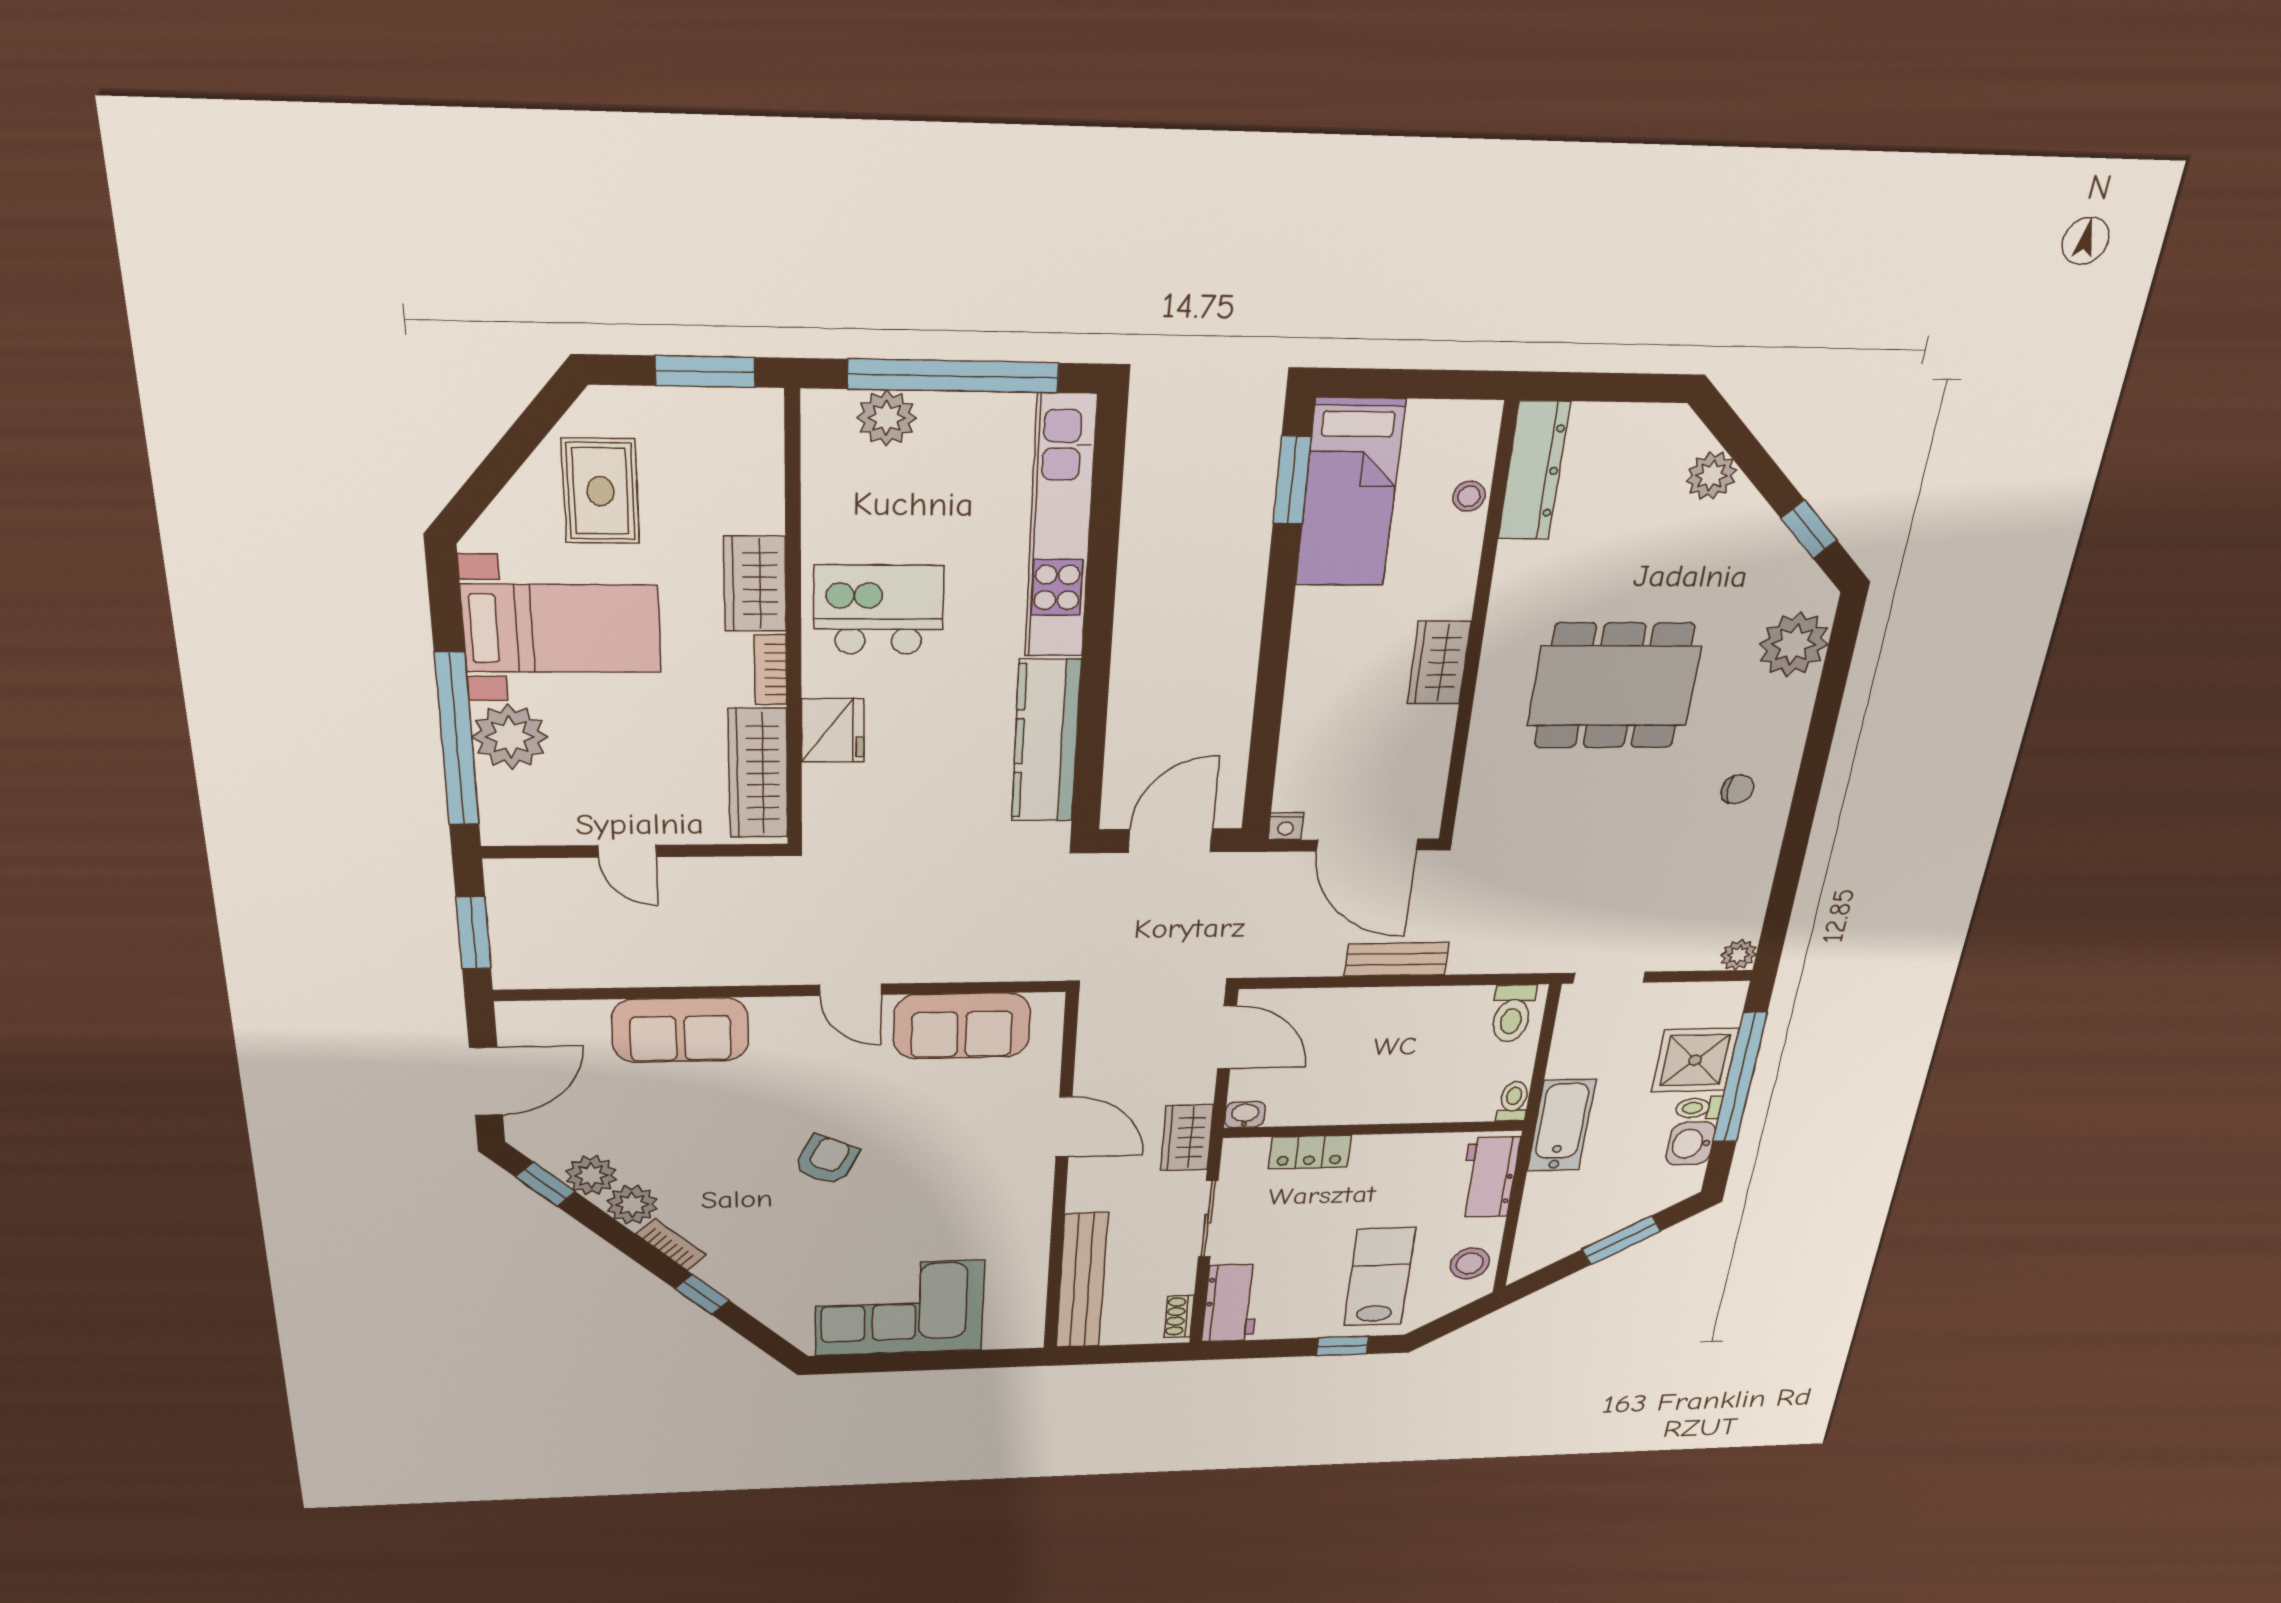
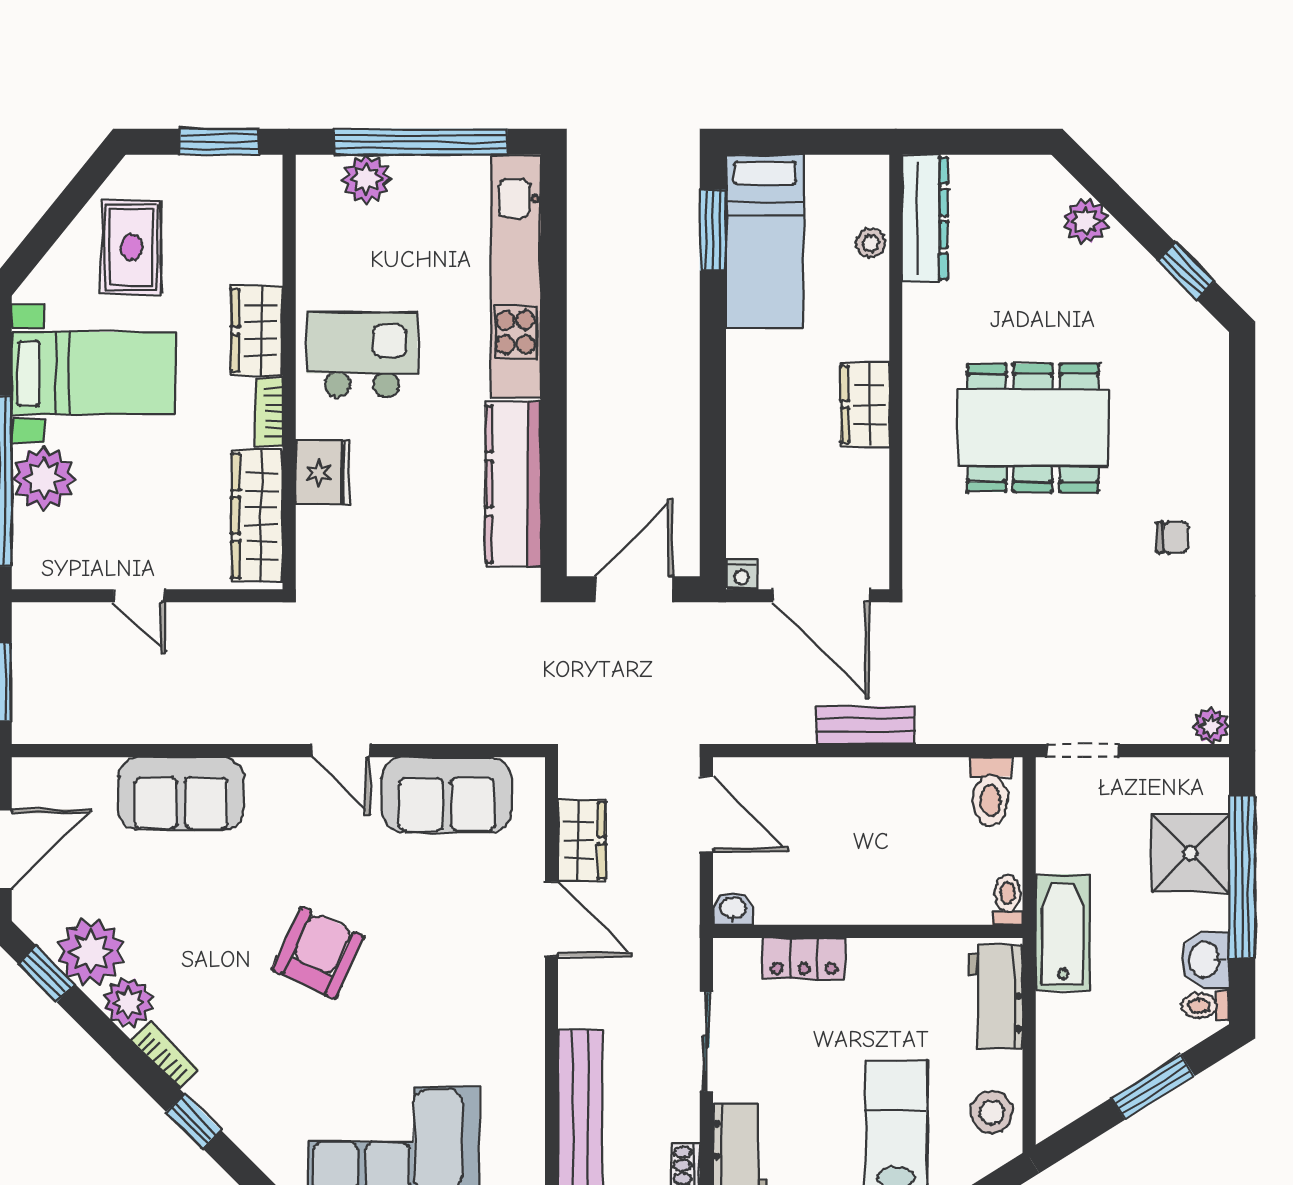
plant: (1794, 644) -> (1196, 385), removed
toilet: (1699, 1108) -> (1205, 1006), moved
wardrobe: (1187, 1138) -> (582, 840), moved, turned 180
armchair: (826, 1160) -> (318, 953), width x1.38, depth x1.38
plant: (591, 1175) -> (91, 952), width x1.36, depth x1.36

